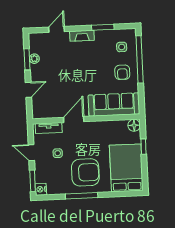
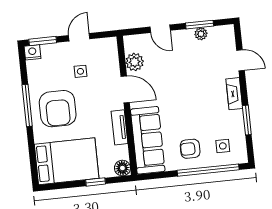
plant: (53, 111) -> (135, 62), added
tv unit: (49, 128) -> (120, 127), moved

